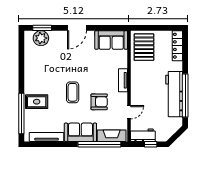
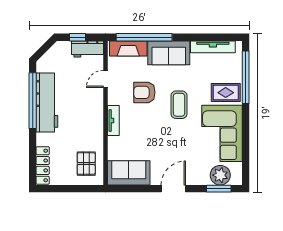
pallet: (144, 47) -> (86, 164), width x0.67, depth x0.71
corner sofa: (40, 70) -> (222, 133), added

